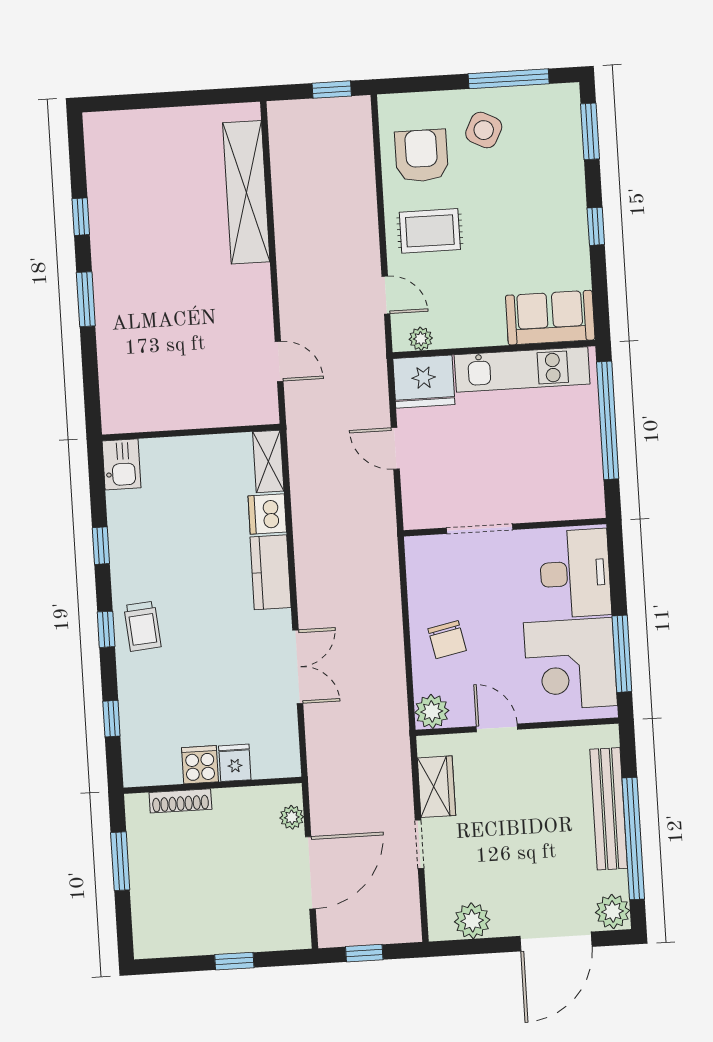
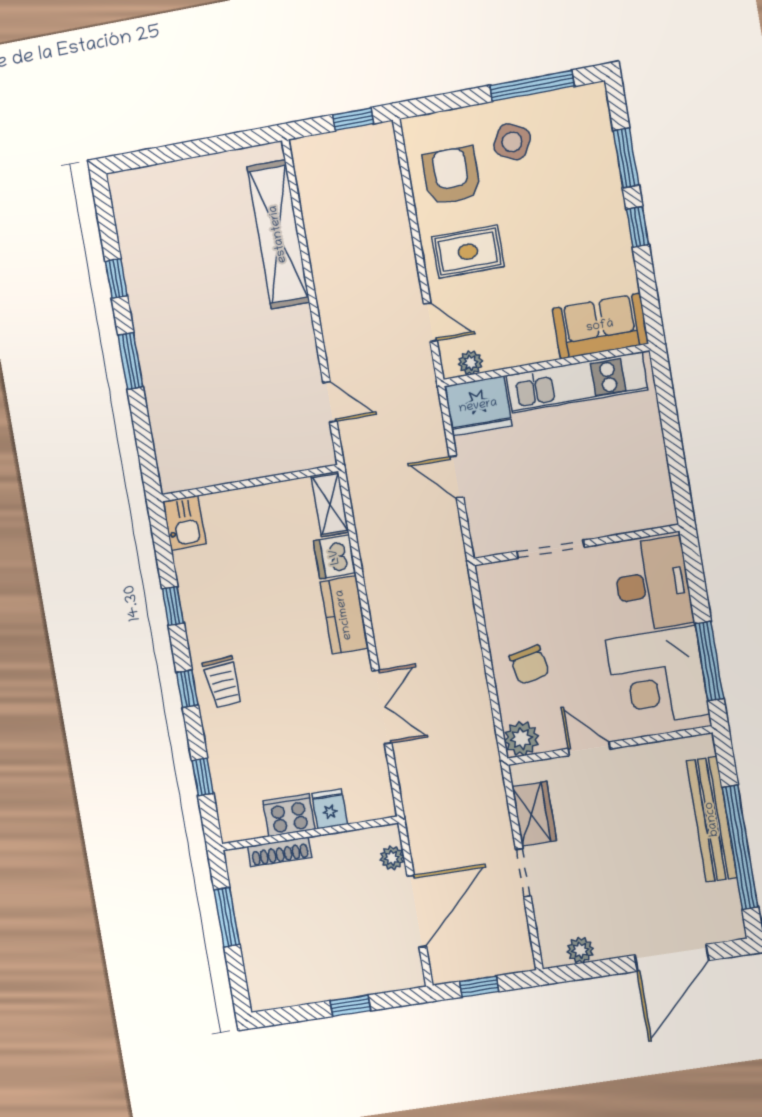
window: (590, 131) -> (626, 158), moved
window: (608, 420) -> (670, 425), removed
cooker: (200, 765) -> (289, 815), width x1.36
plant: (613, 911) -> (726, 923), removed
plant: (472, 921) -> (580, 950), width x0.73, depth x0.73

